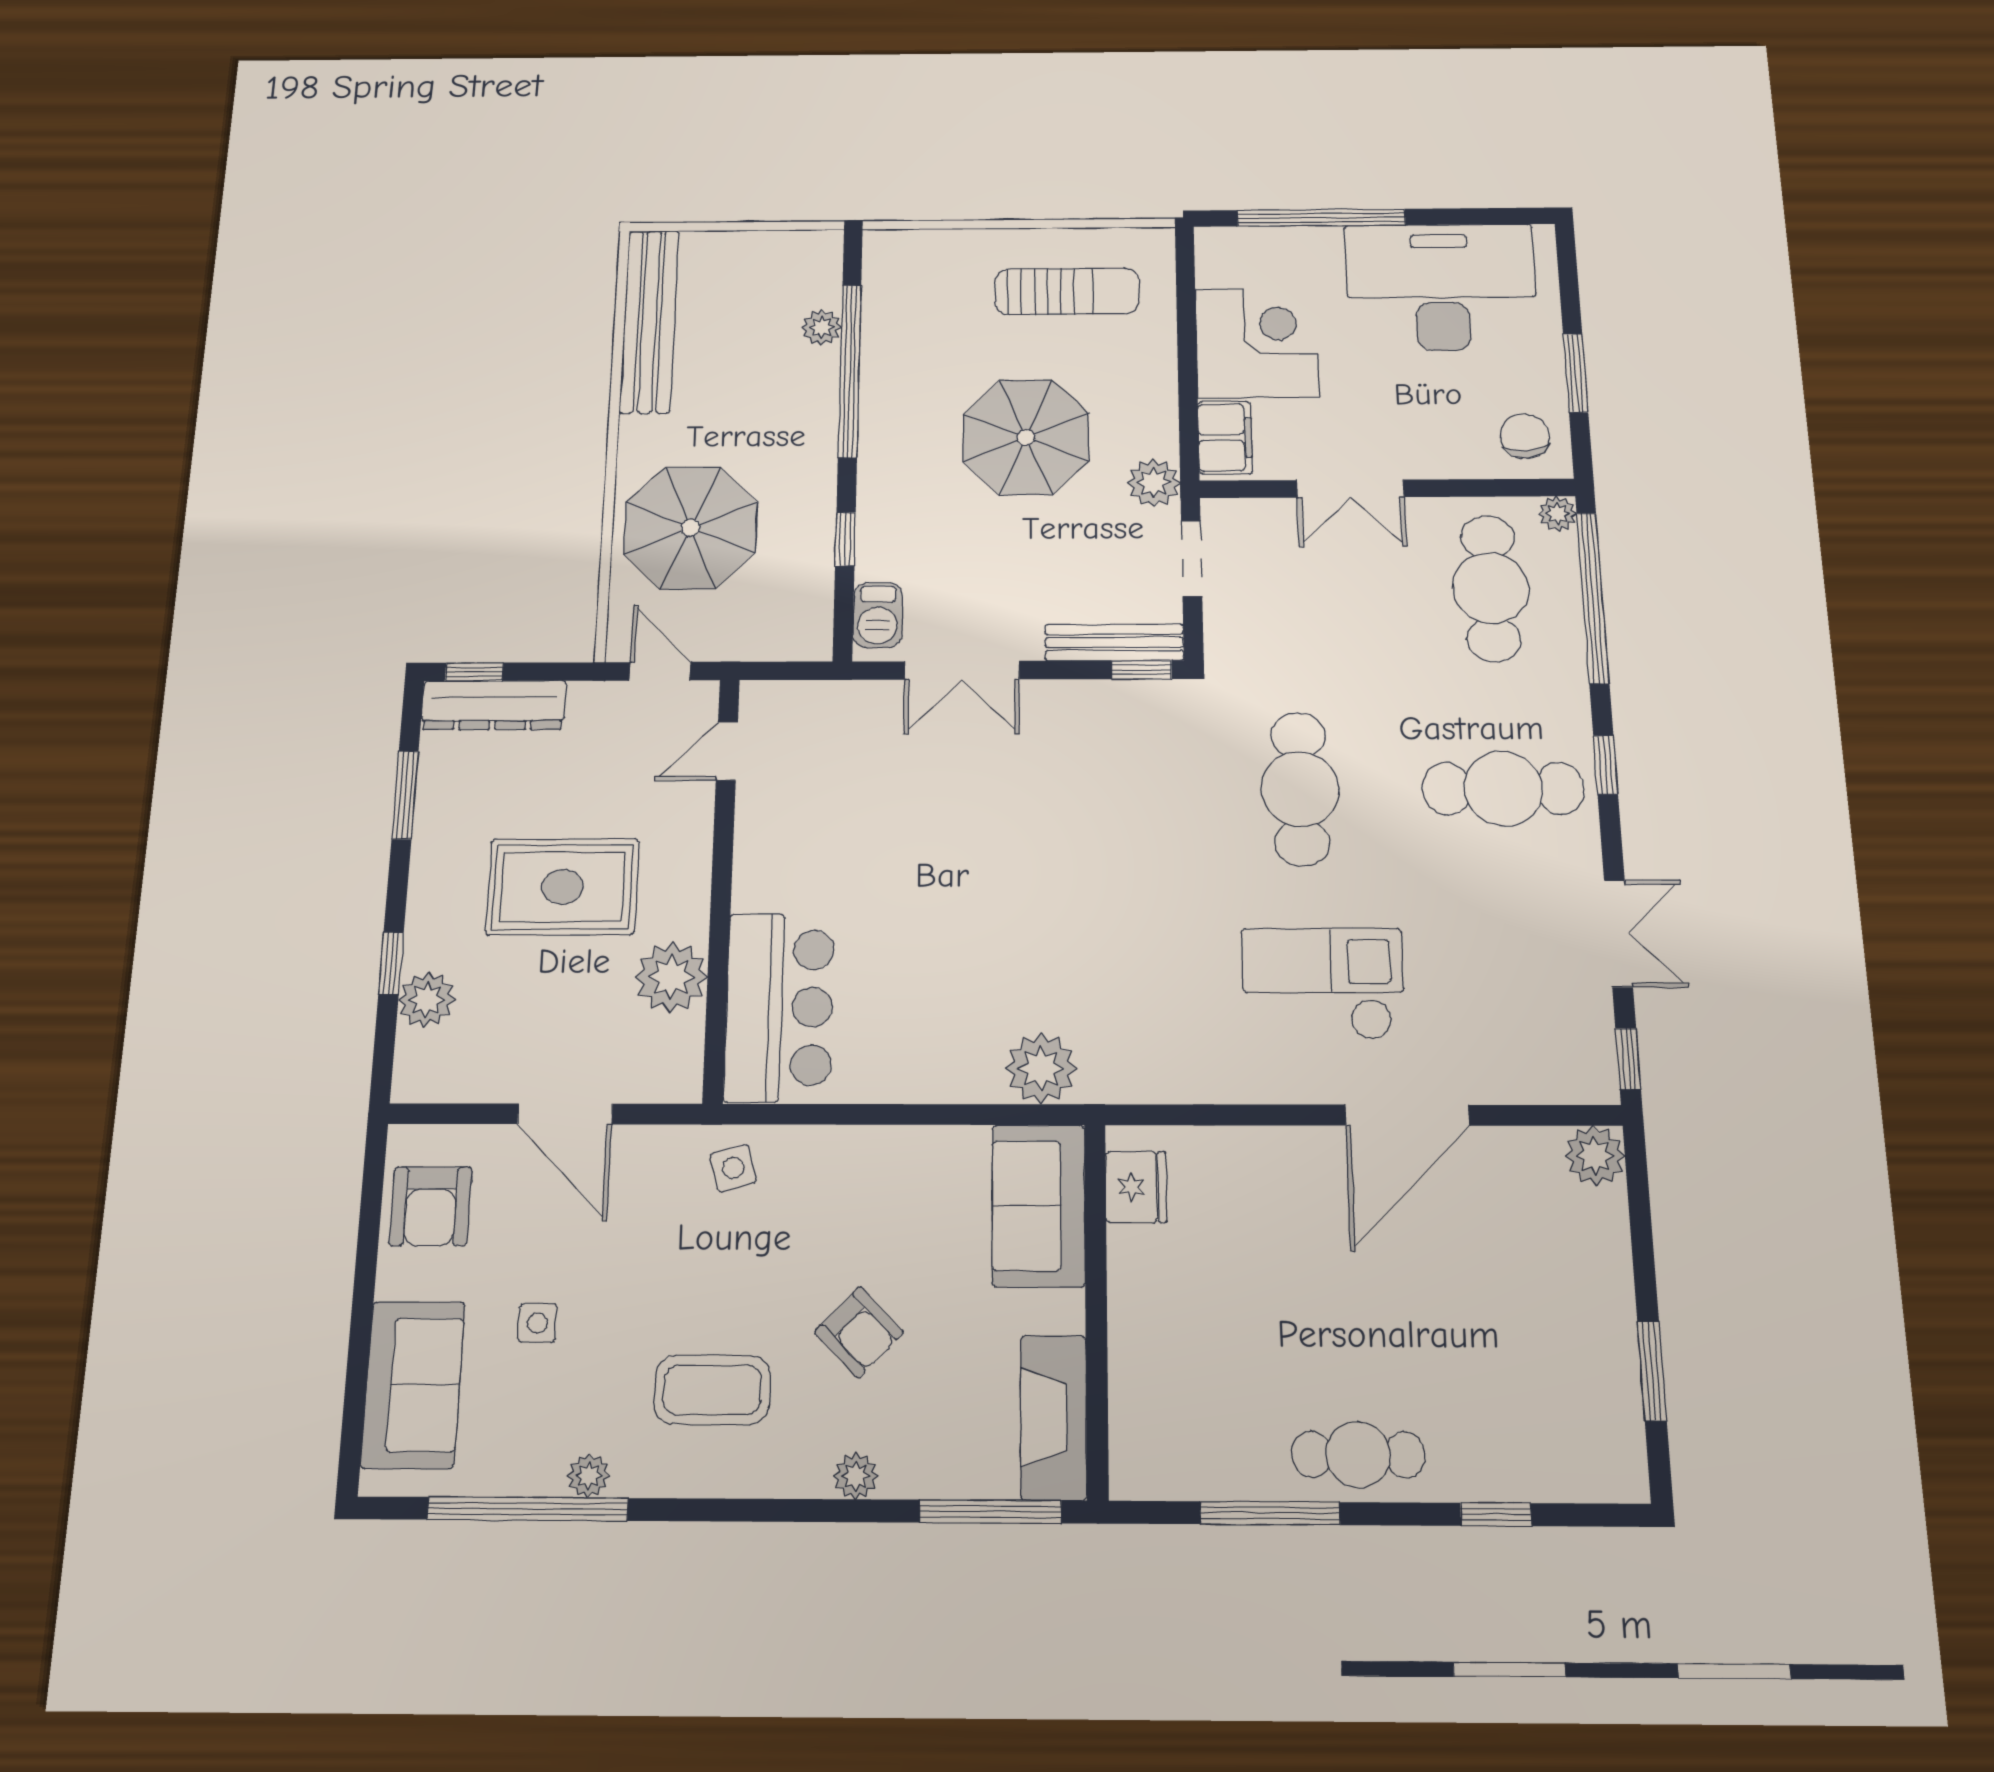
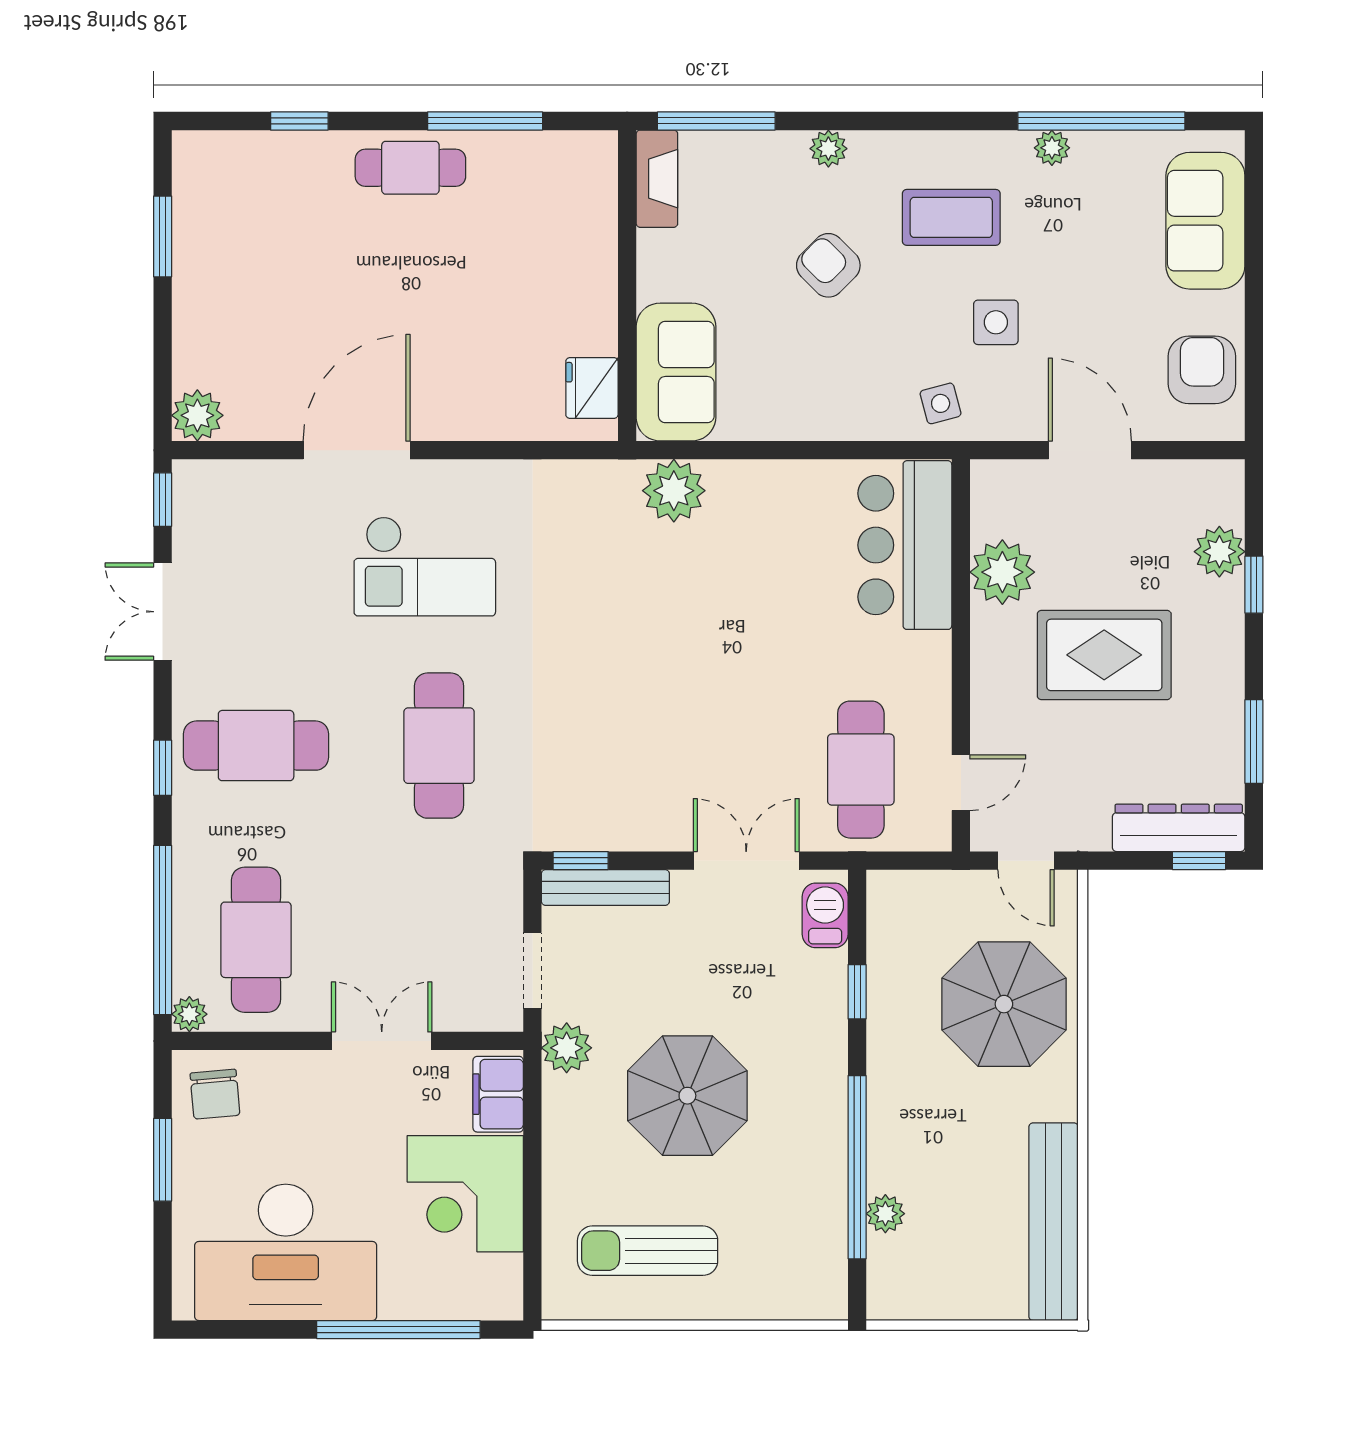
cafe table: (836, 765) -> (861, 770), added
side table: (538, 1323) -> (996, 322), moved, width x1.37, depth x1.37
fireplace: (1054, 1417) -> (657, 179), width x0.73, depth x0.76

